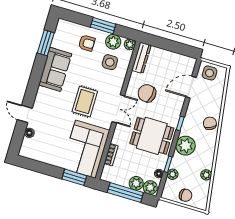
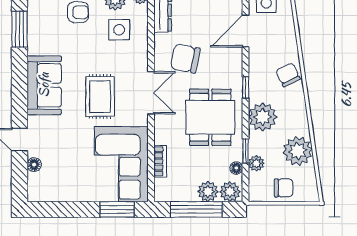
sofa: (55, 69) -> (44, 85), moved
dining table: (152, 136) -> (210, 117), turned 90
plant: (206, 175) -> (298, 151), width x1.88, depth x1.88

